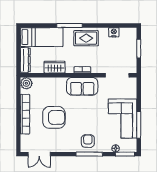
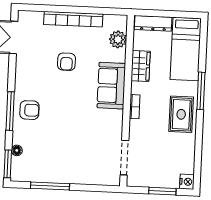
nightstand: (114, 32) -> (187, 182), moved
plant: (26, 83) -> (118, 39), moved
sofa: (82, 86) -> (111, 86), moved
armchair: (54, 117) -> (66, 62), width x0.53, depth x0.53
corner sofa: (123, 119) -> (60, 163), removed

